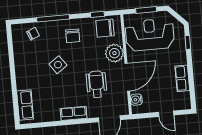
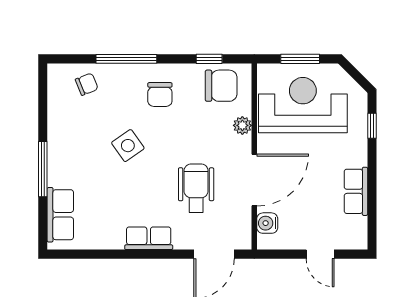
chair: (105, 28) -> (221, 86), turned 180
plant: (114, 53) -> (242, 125), width x0.53, depth x0.53
window: (13, 81) -> (43, 169), added

